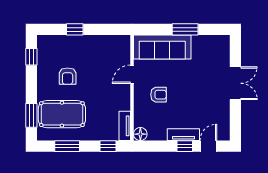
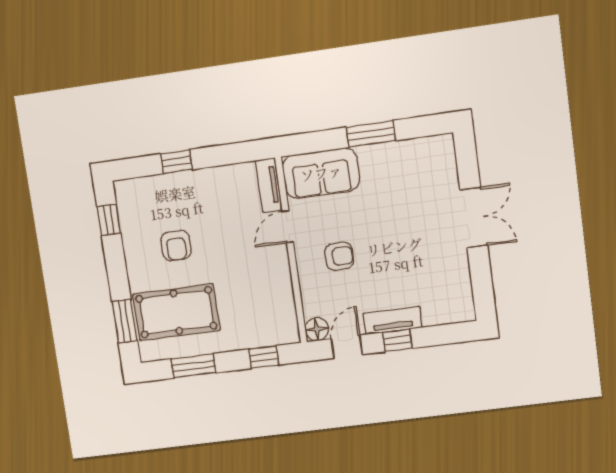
sofa: (162, 47) -> (321, 173), width x0.73
tv unit: (125, 126) -> (269, 185), moved
door: (208, 146) -> (347, 347), moved

